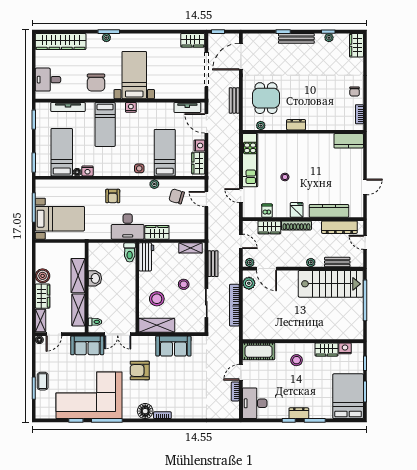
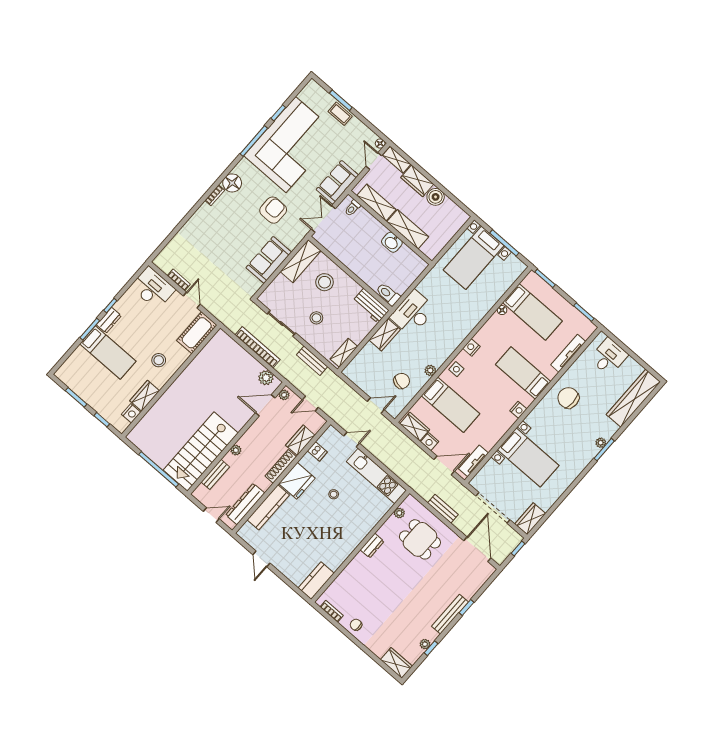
bed with nightstands: (134, 75) -> (528, 457), moved
nightstand: (87, 171) -> (471, 347), moved
armchair: (113, 196) -> (452, 323), removed
fridge: (297, 210) -> (297, 481), width x1.88, depth x1.34
bed: (348, 396) -> (108, 353), moved, width x0.67

